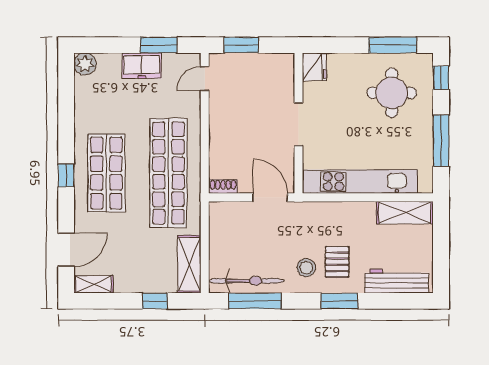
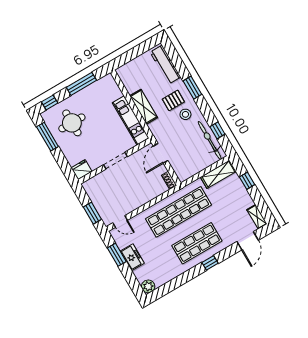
kitchen unit: (360, 182) -> (131, 120), width x0.73
shelving: (405, 213) -> (144, 107), moved
door: (66, 250) -> (248, 241), swing flipped
window: (255, 301) -> (217, 130), width x0.46

